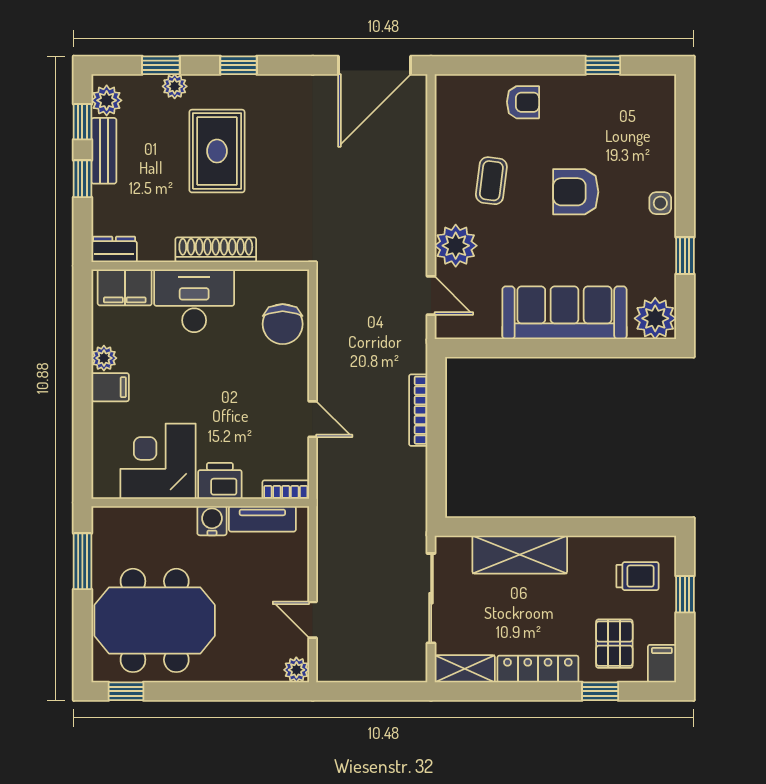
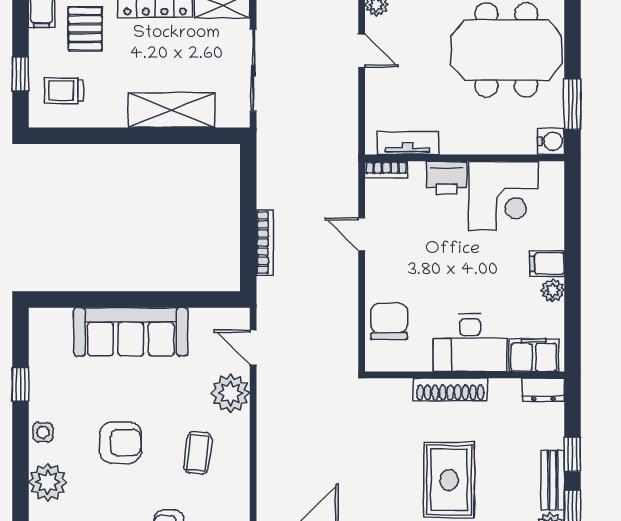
plant: (655, 318) -> (48, 482), moved
water cooler: (212, 521) -> (551, 141), moved, turned -90

